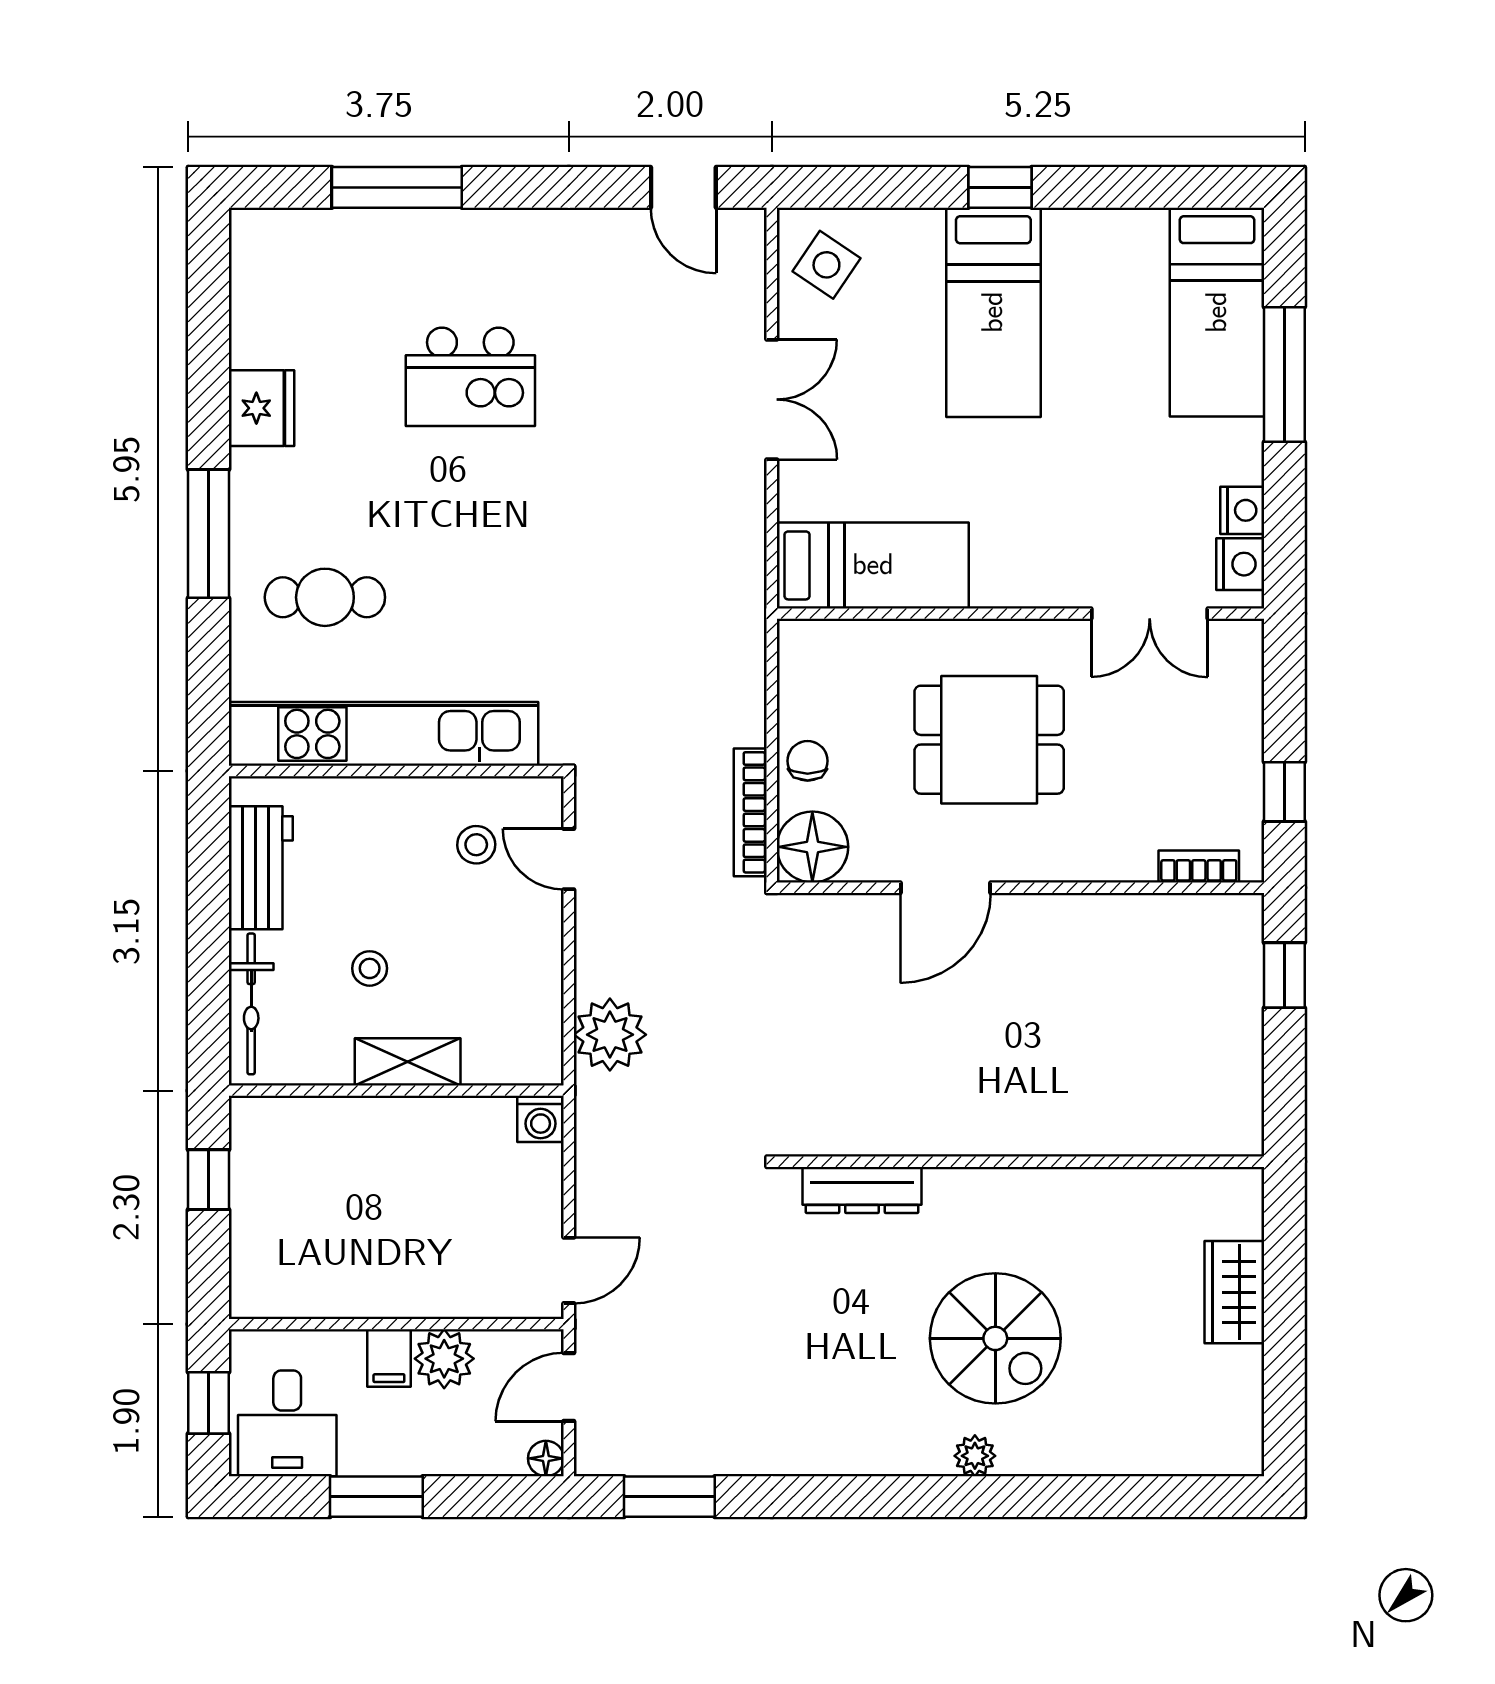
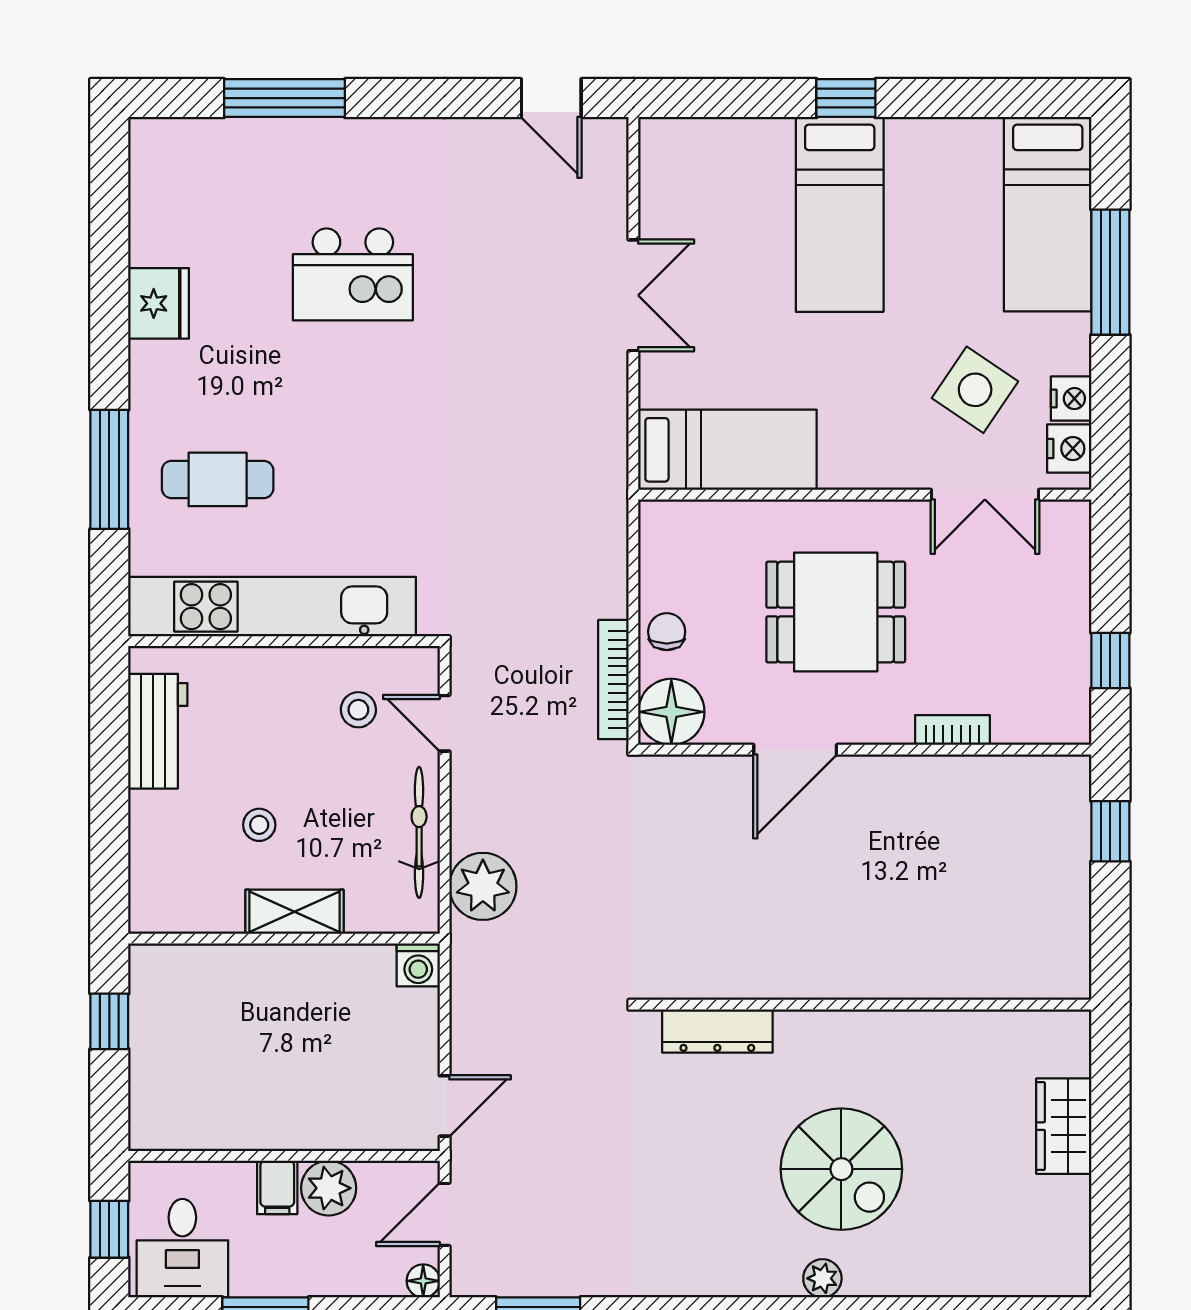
side table: (826, 265) -> (975, 390), moved, width x1.37, depth x1.37
window: (209, 534) -> (109, 469), moved
bookcase: (1199, 867) -> (952, 730), moved
bicycle: (251, 1004) -> (419, 832), moved, turned 180

